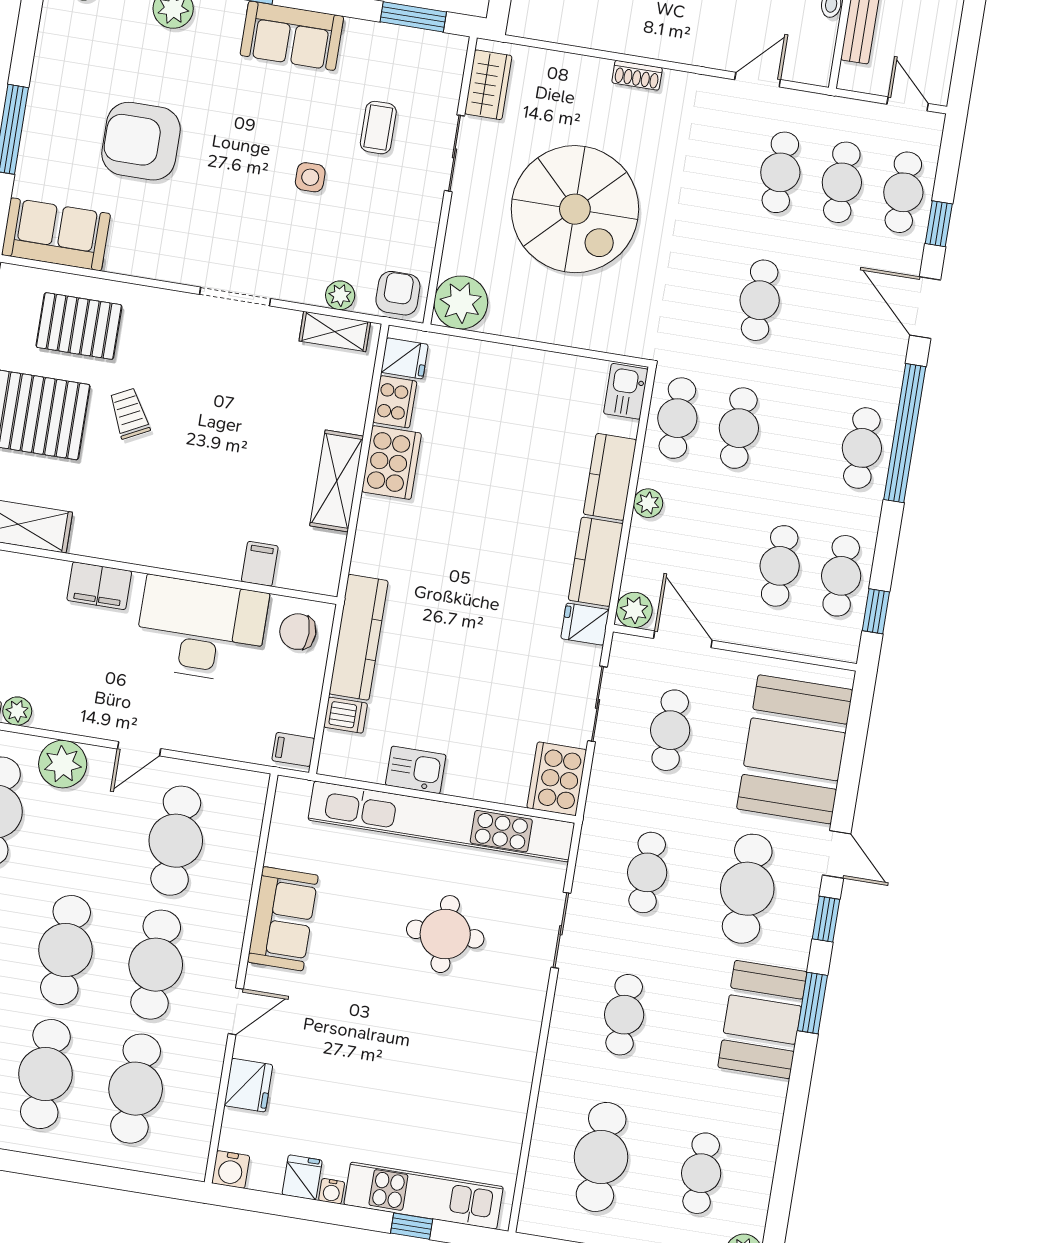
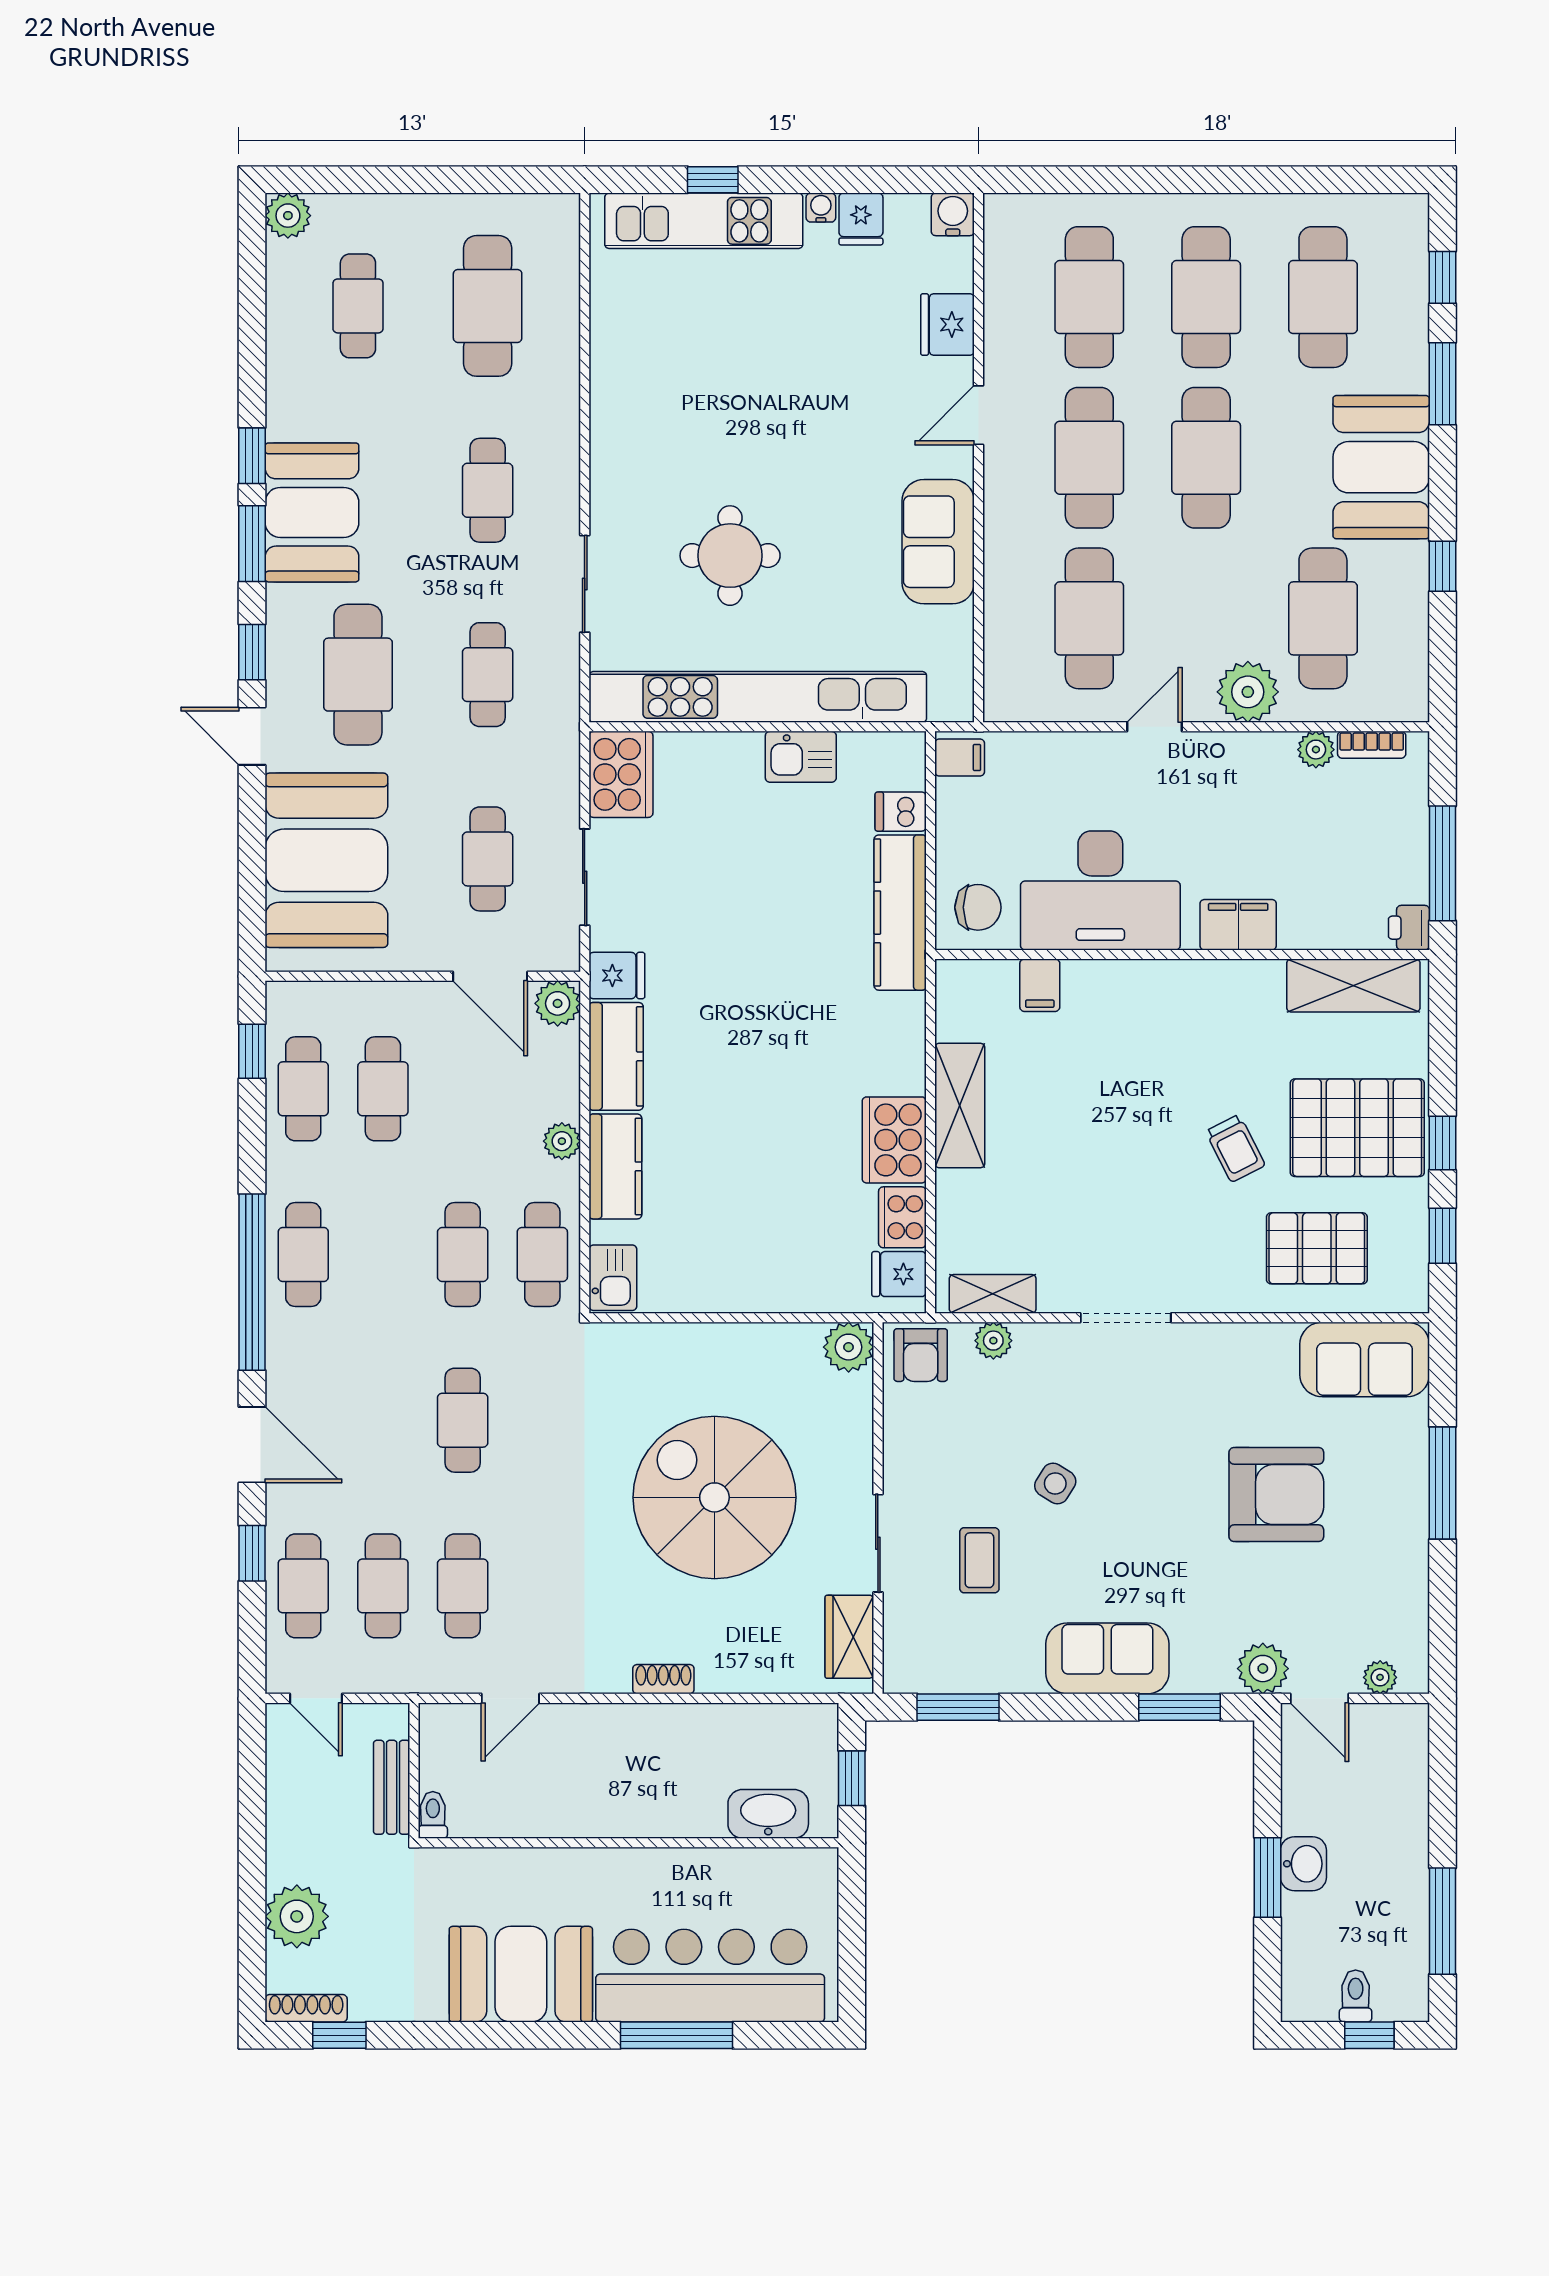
side table: (310, 177) -> (1055, 1484), turned 32
plant: (461, 303) -> (849, 1347), width x0.73, depth x0.73
window: (802, 1071) -> (252, 456), added

